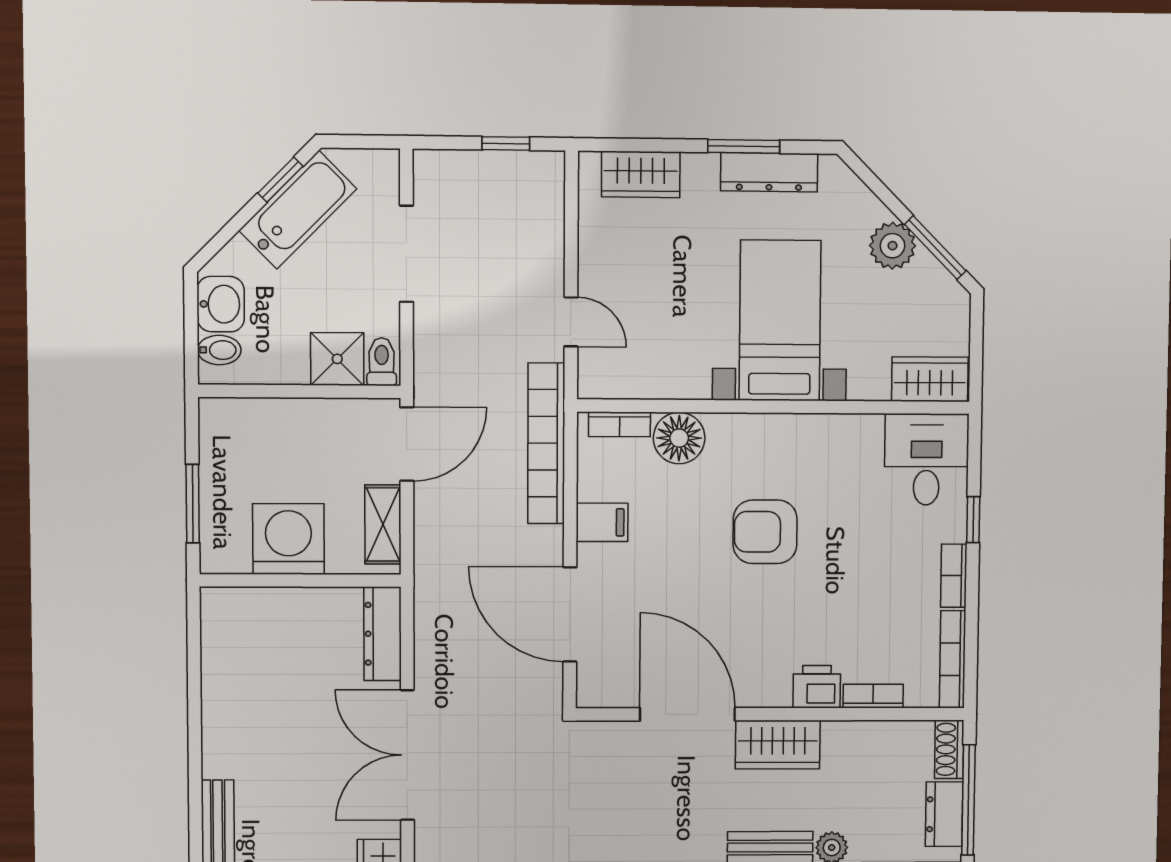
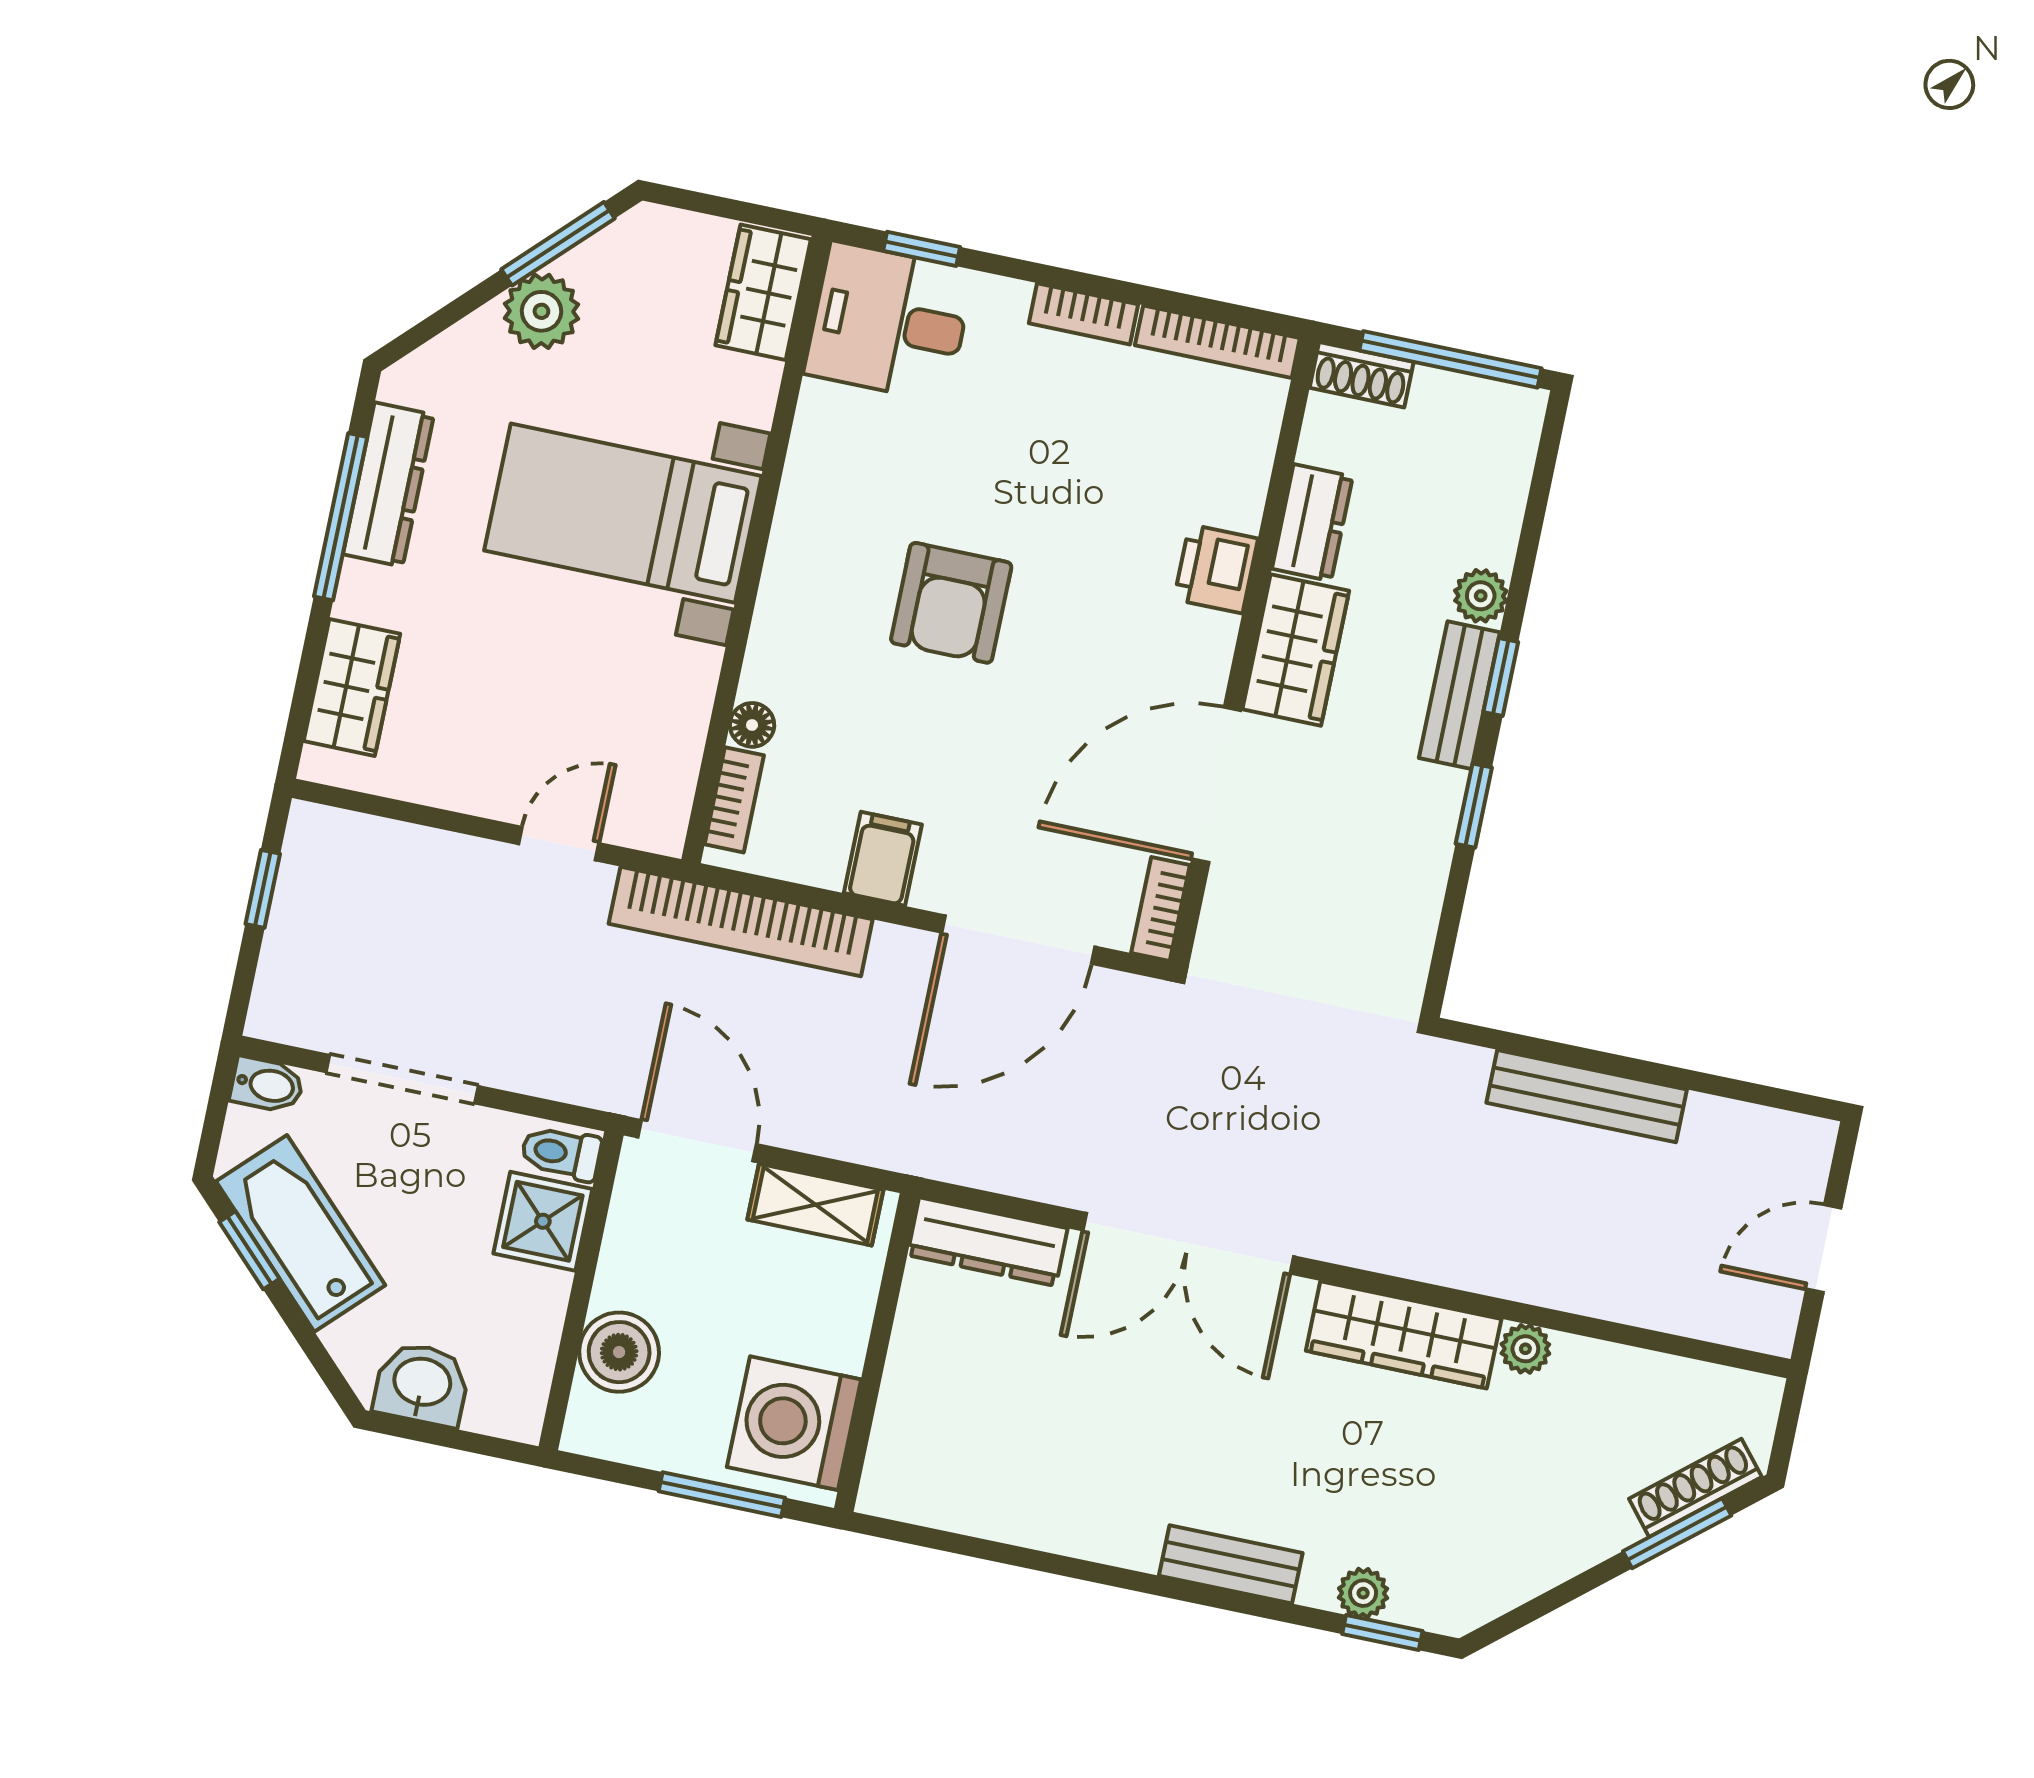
window: (744, 146) -> (341, 517), width x1.44
bidet: (219, 350) -> (267, 1085), moved, turned 90
boiler: (267, 422) -> (619, 1352), added
floor lamp: (679, 438) -> (752, 725), width x0.53, depth x0.53
window: (973, 520) -> (922, 249), moved
washing machine: (288, 539) -> (794, 1423), moved
bookcase: (873, 696) -> (1161, 909), moved
dresser: (944, 814) -> (1312, 523), moved, turned -90

